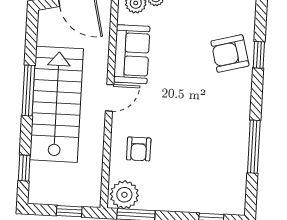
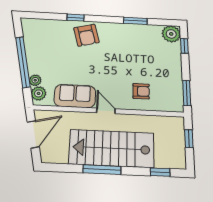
armchair: (230, 54) -> (86, 35), moved
window: (254, 147) -> (135, 21), width x0.69
plant: (124, 195) -> (171, 34), moved

